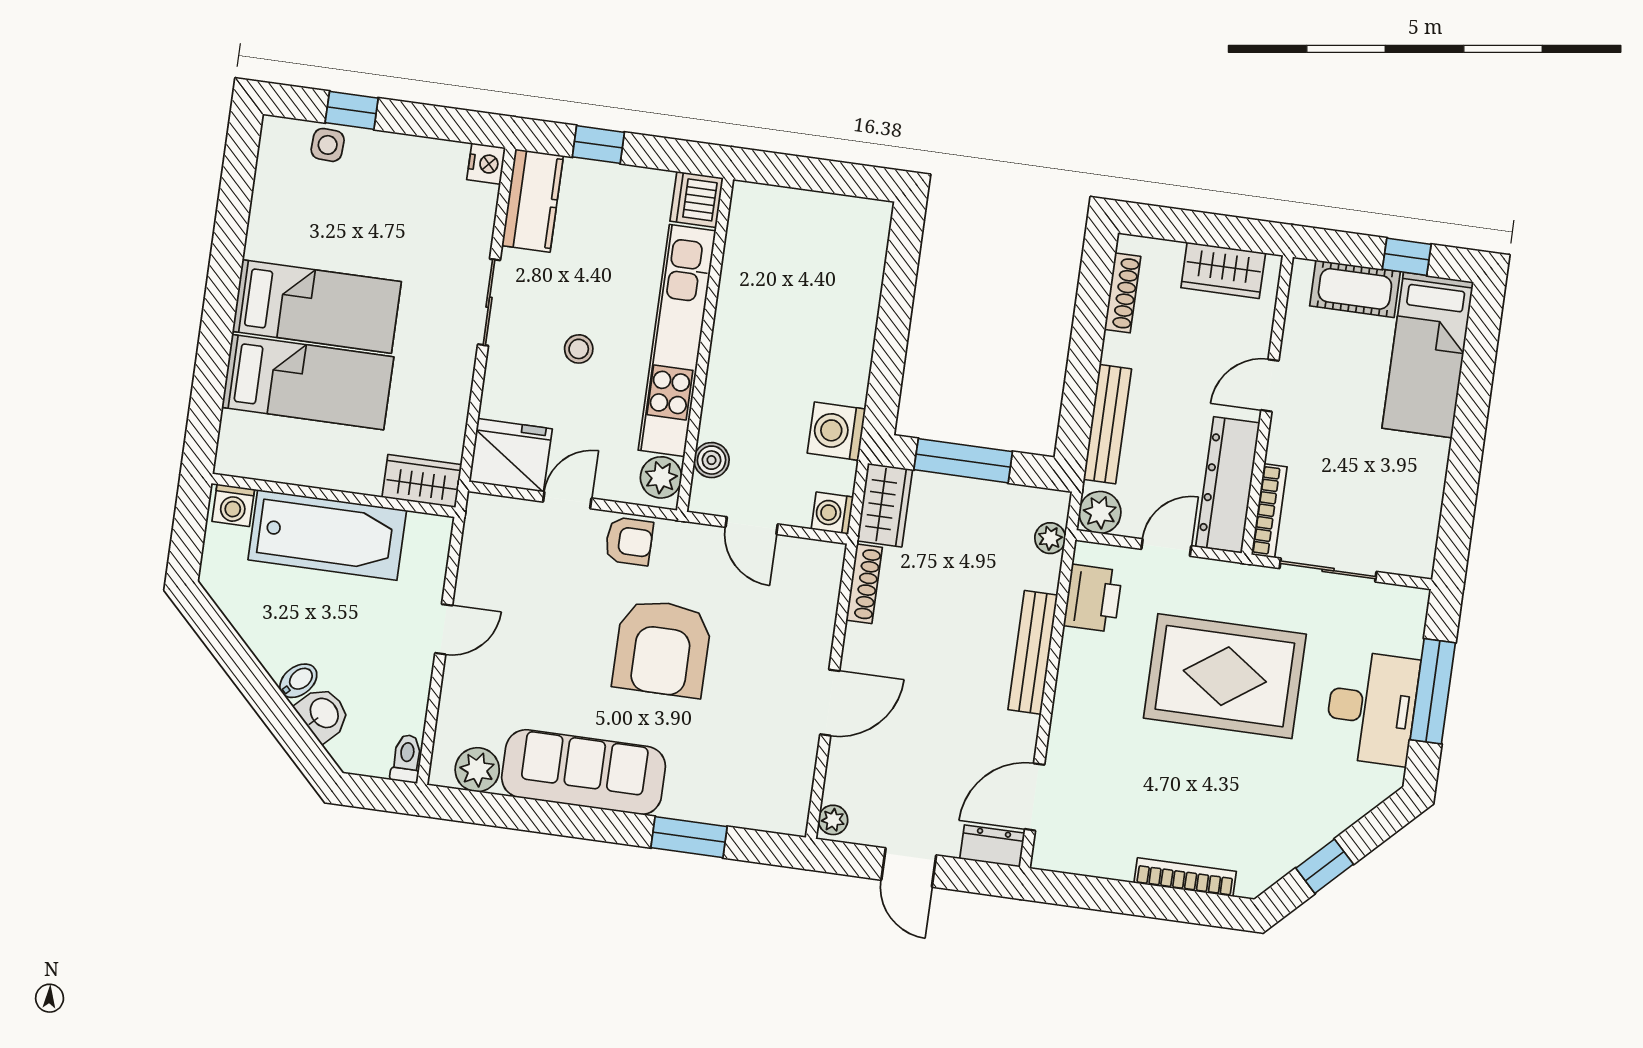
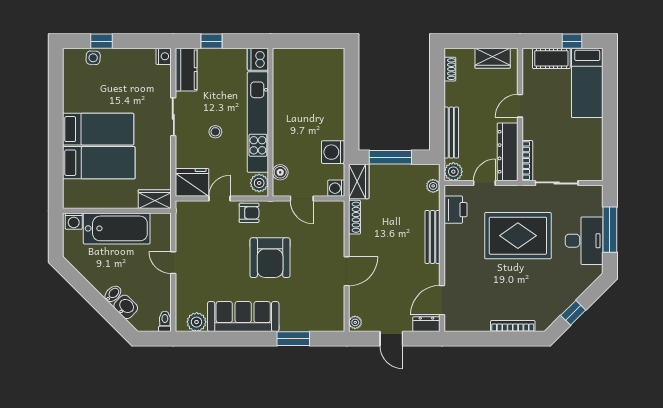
shoe rack: (1122, 293) -> (450, 69), width x0.70
door: (444, 629) -> (173, 263), swing flipped

